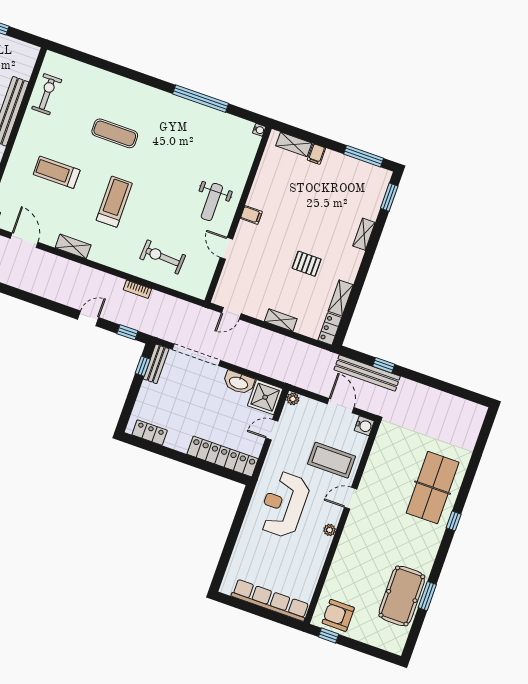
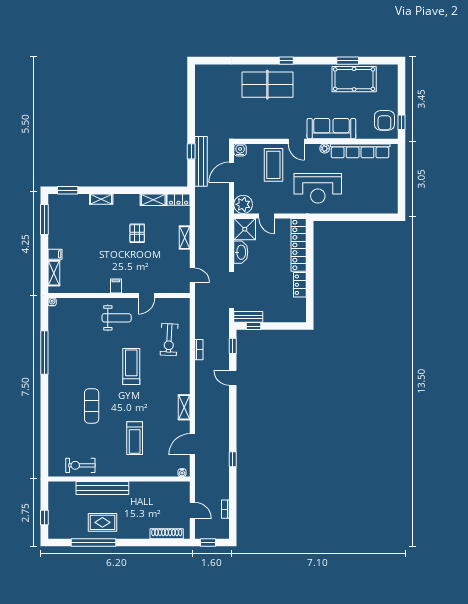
treadmill: (114, 202) -> (131, 366), moved, turned 90
plant: (293, 399) -> (243, 204), width x1.87, depth x1.87
locker: (150, 433) -> (300, 285), moved
sofa: (351, 547) -> (331, 129), added
row of seats: (270, 600) -> (360, 151), moved, turned -90

